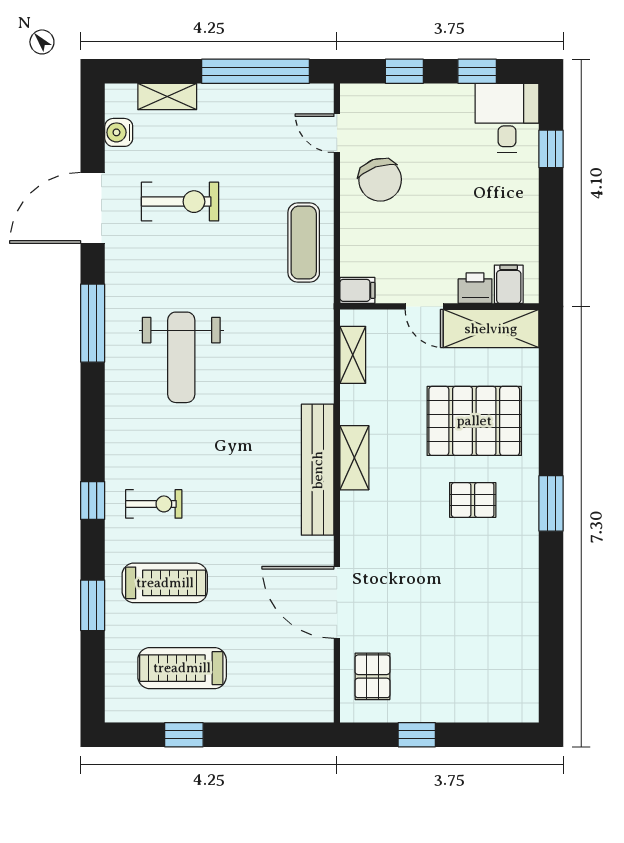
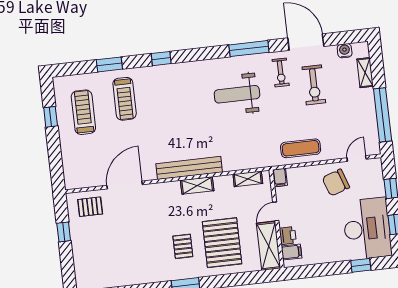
desk: (507, 118) -> (367, 229), width x1.87, depth x1.30
exercise bike: (154, 504) -> (281, 72), moved

